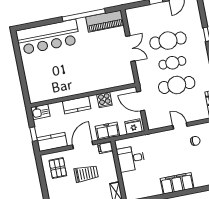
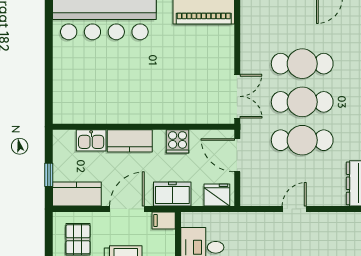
double door: (130, 49) -> (237, 96), moved
cafe table: (172, 63) -> (302, 102), width x1.37, depth x1.35
kitchen sink: (40, 112) -> (91, 140), moved
door: (180, 126) -> (294, 209), hinge flipped
chair: (195, 141) -> (315, 239), removed

